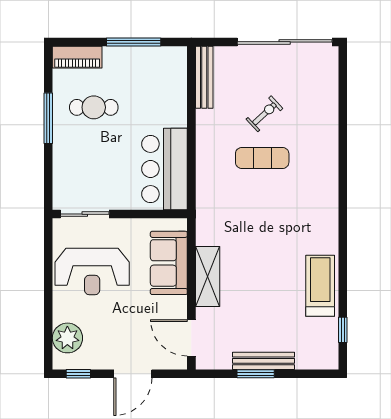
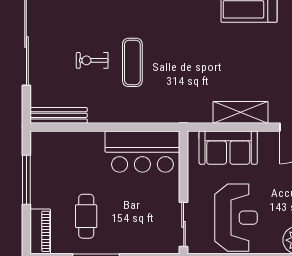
exercise bike: (264, 114) -> (92, 60), turned -47

